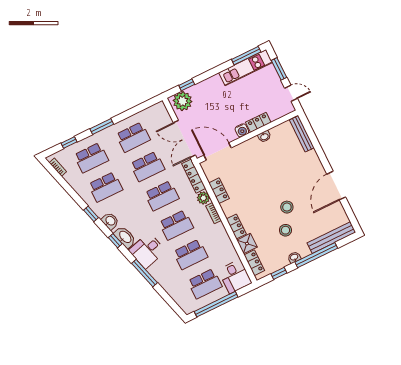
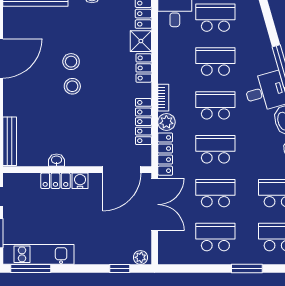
plant: (182, 101) -> (140, 257), width x0.53, depth x0.53
door: (218, 151) -> (122, 170), hinge flipped
locker: (219, 191) -> (143, 122), width x1.53
stool: (285, 230) -> (72, 86), moved

